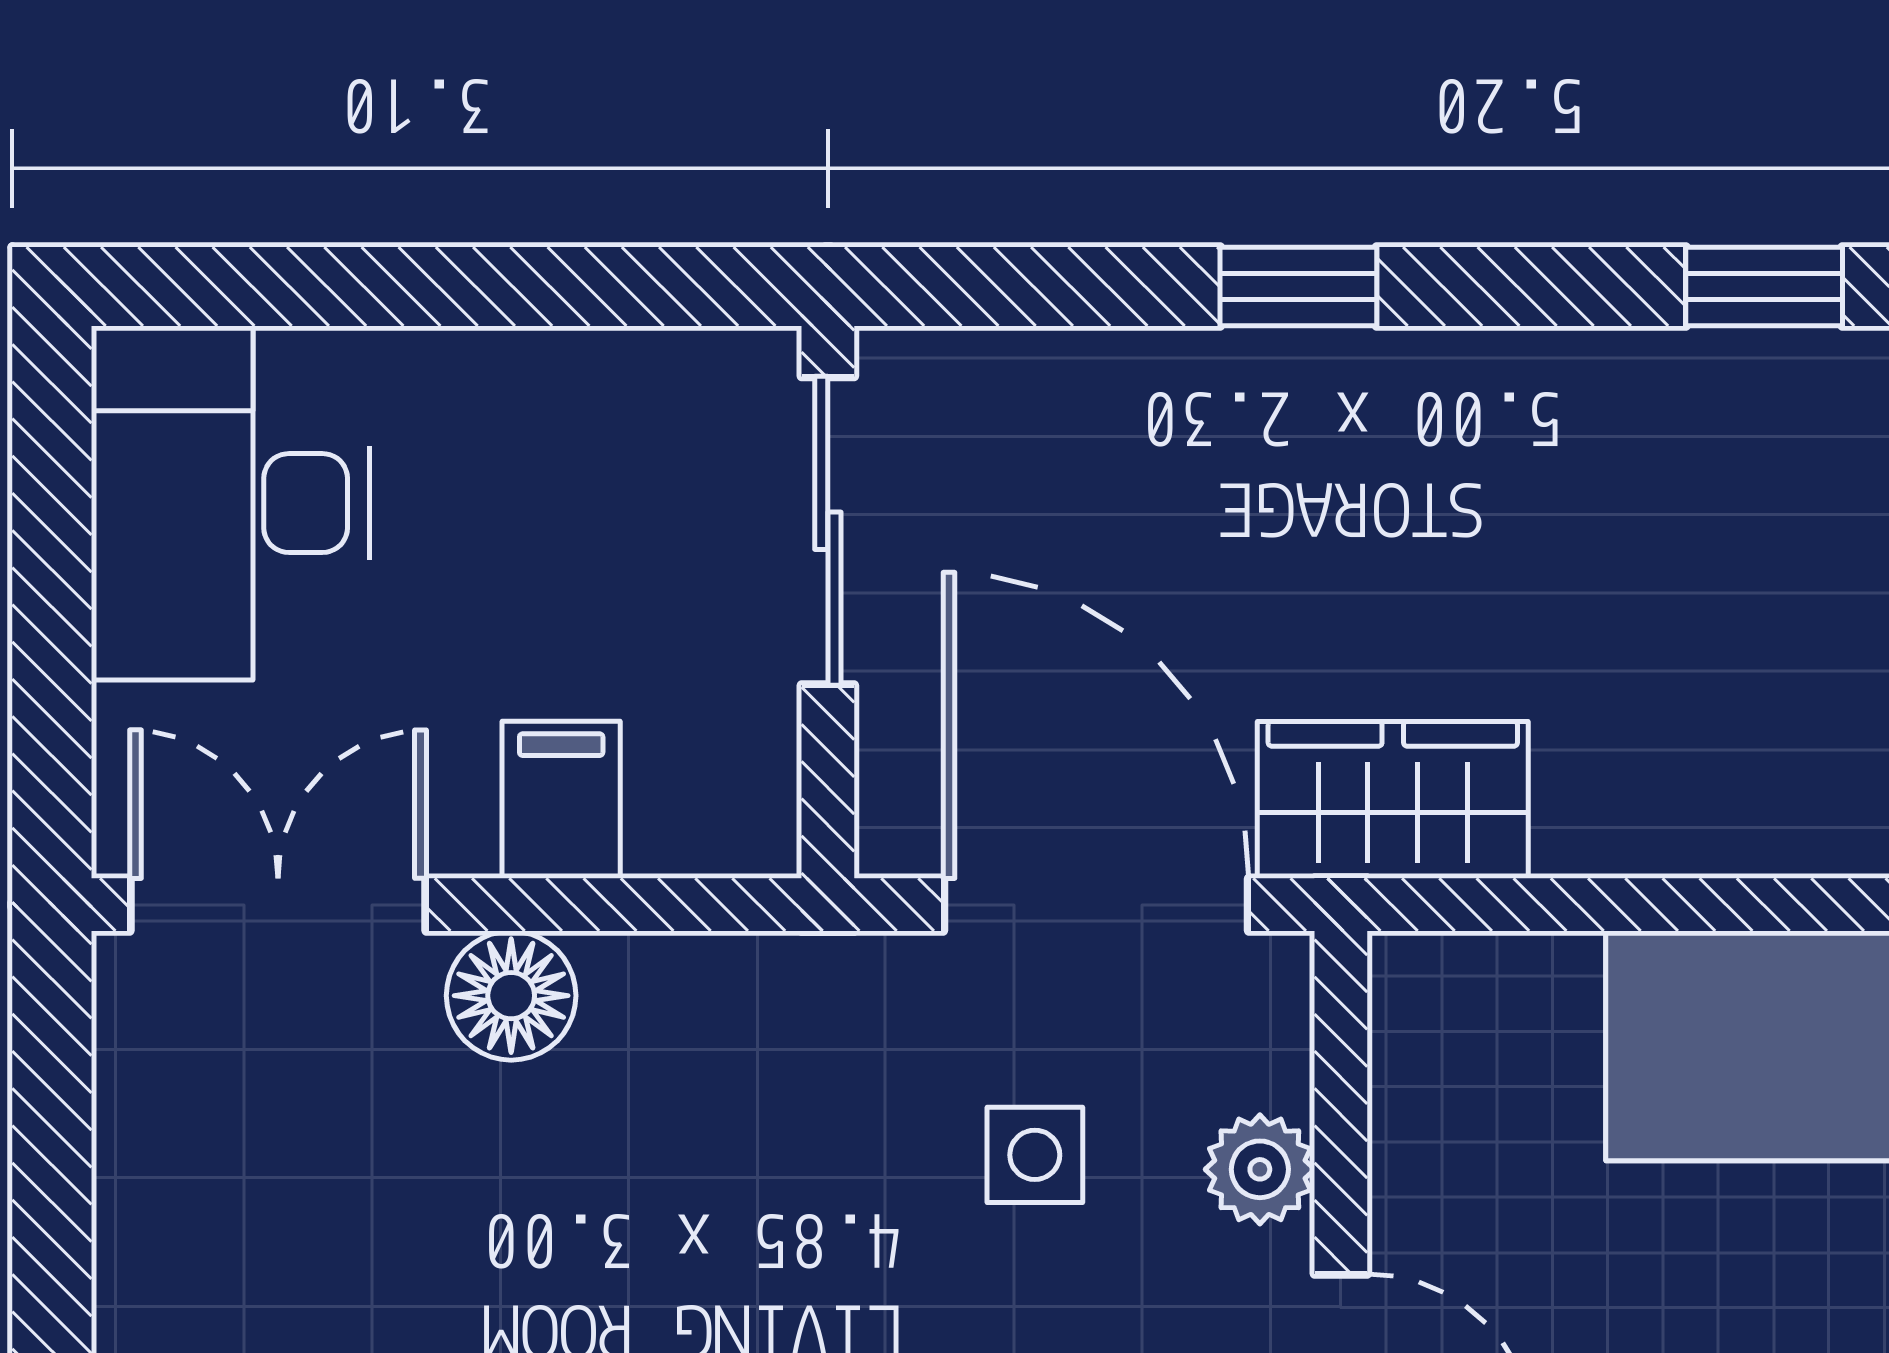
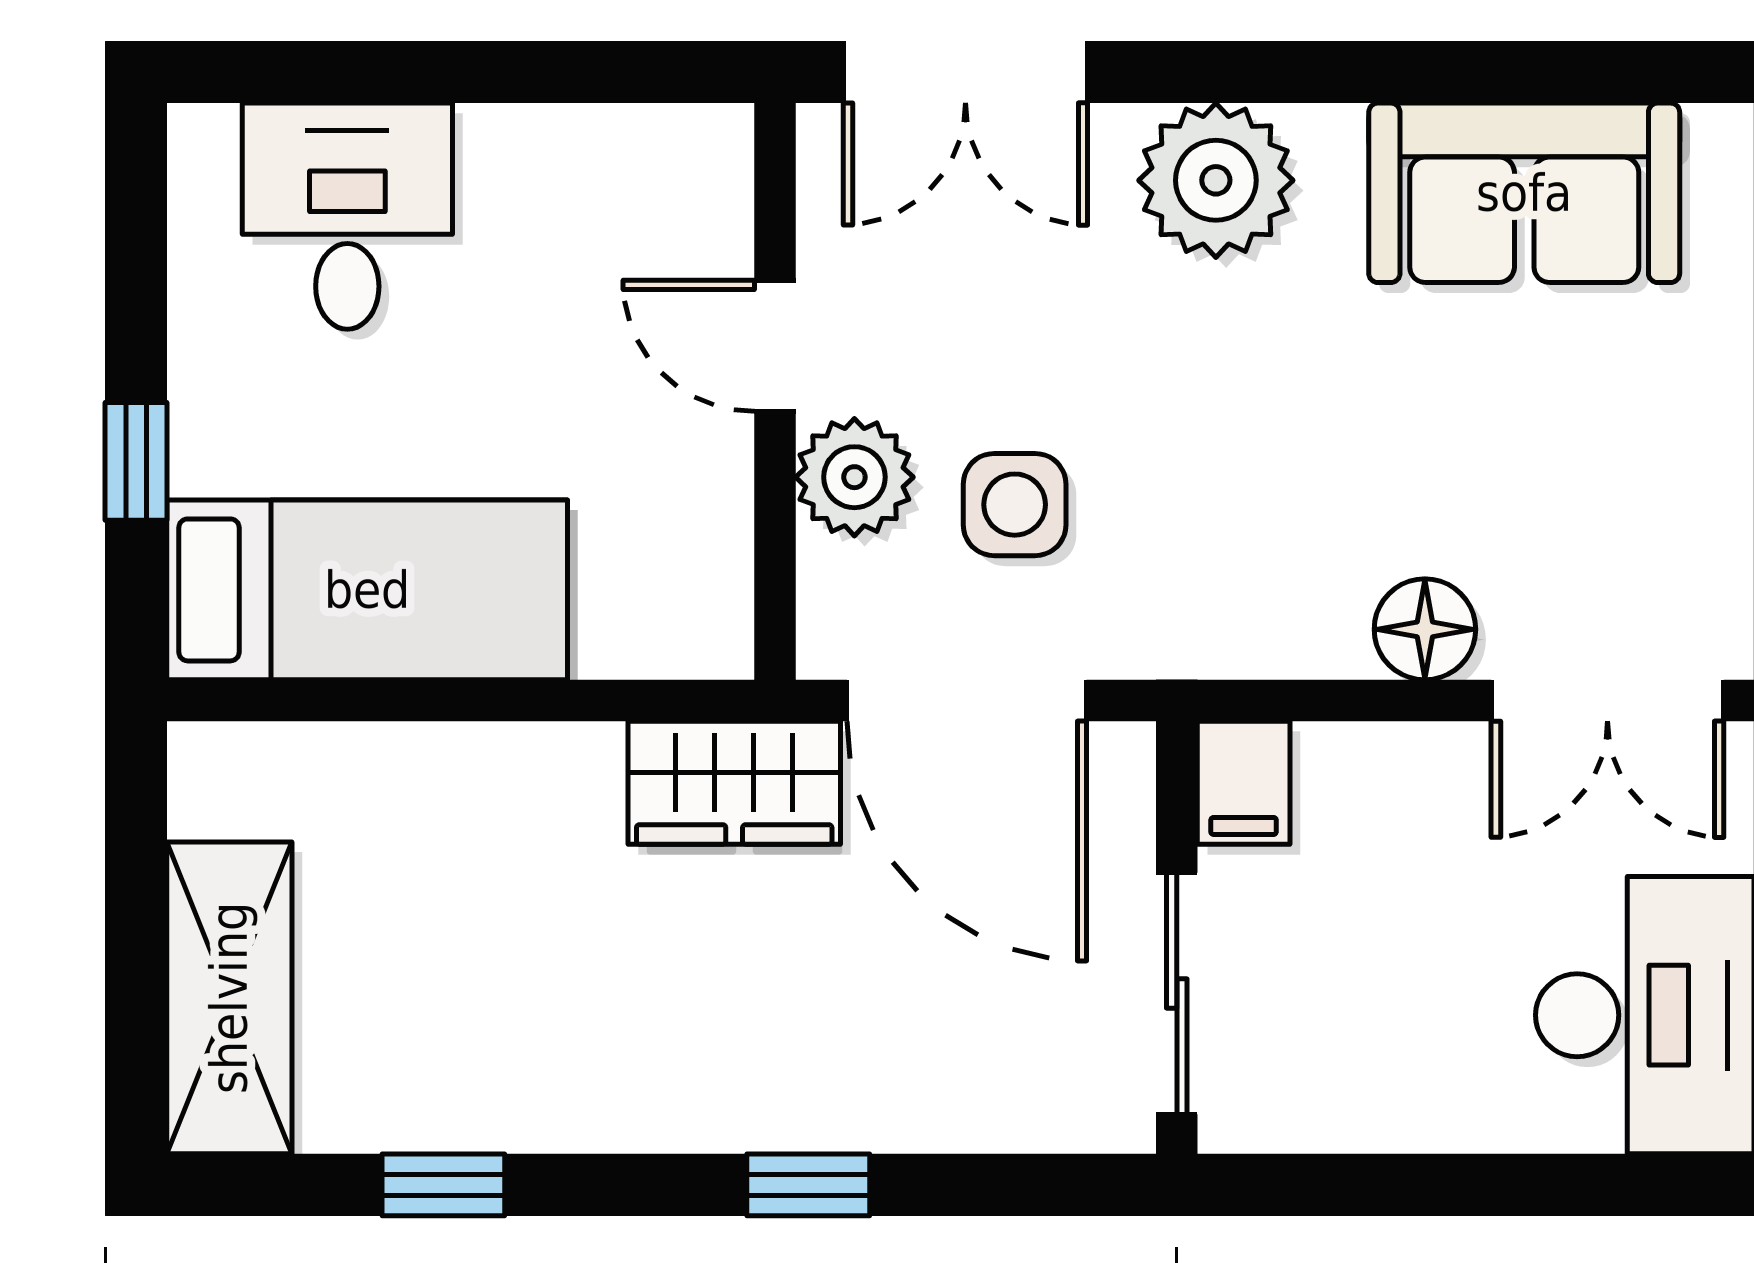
filing cabinet: (561, 800) -> (1244, 783), moved
side table: (1035, 1155) -> (1015, 505), width x1.37, depth x1.37
plant: (1260, 1169) -> (854, 477), width x1.38, depth x1.38

